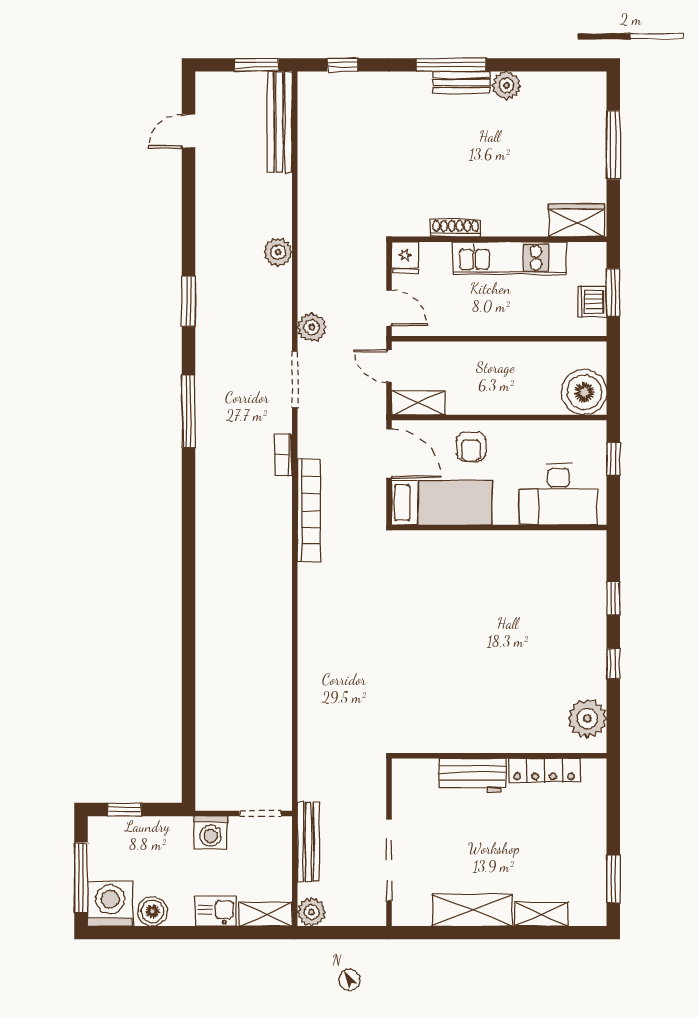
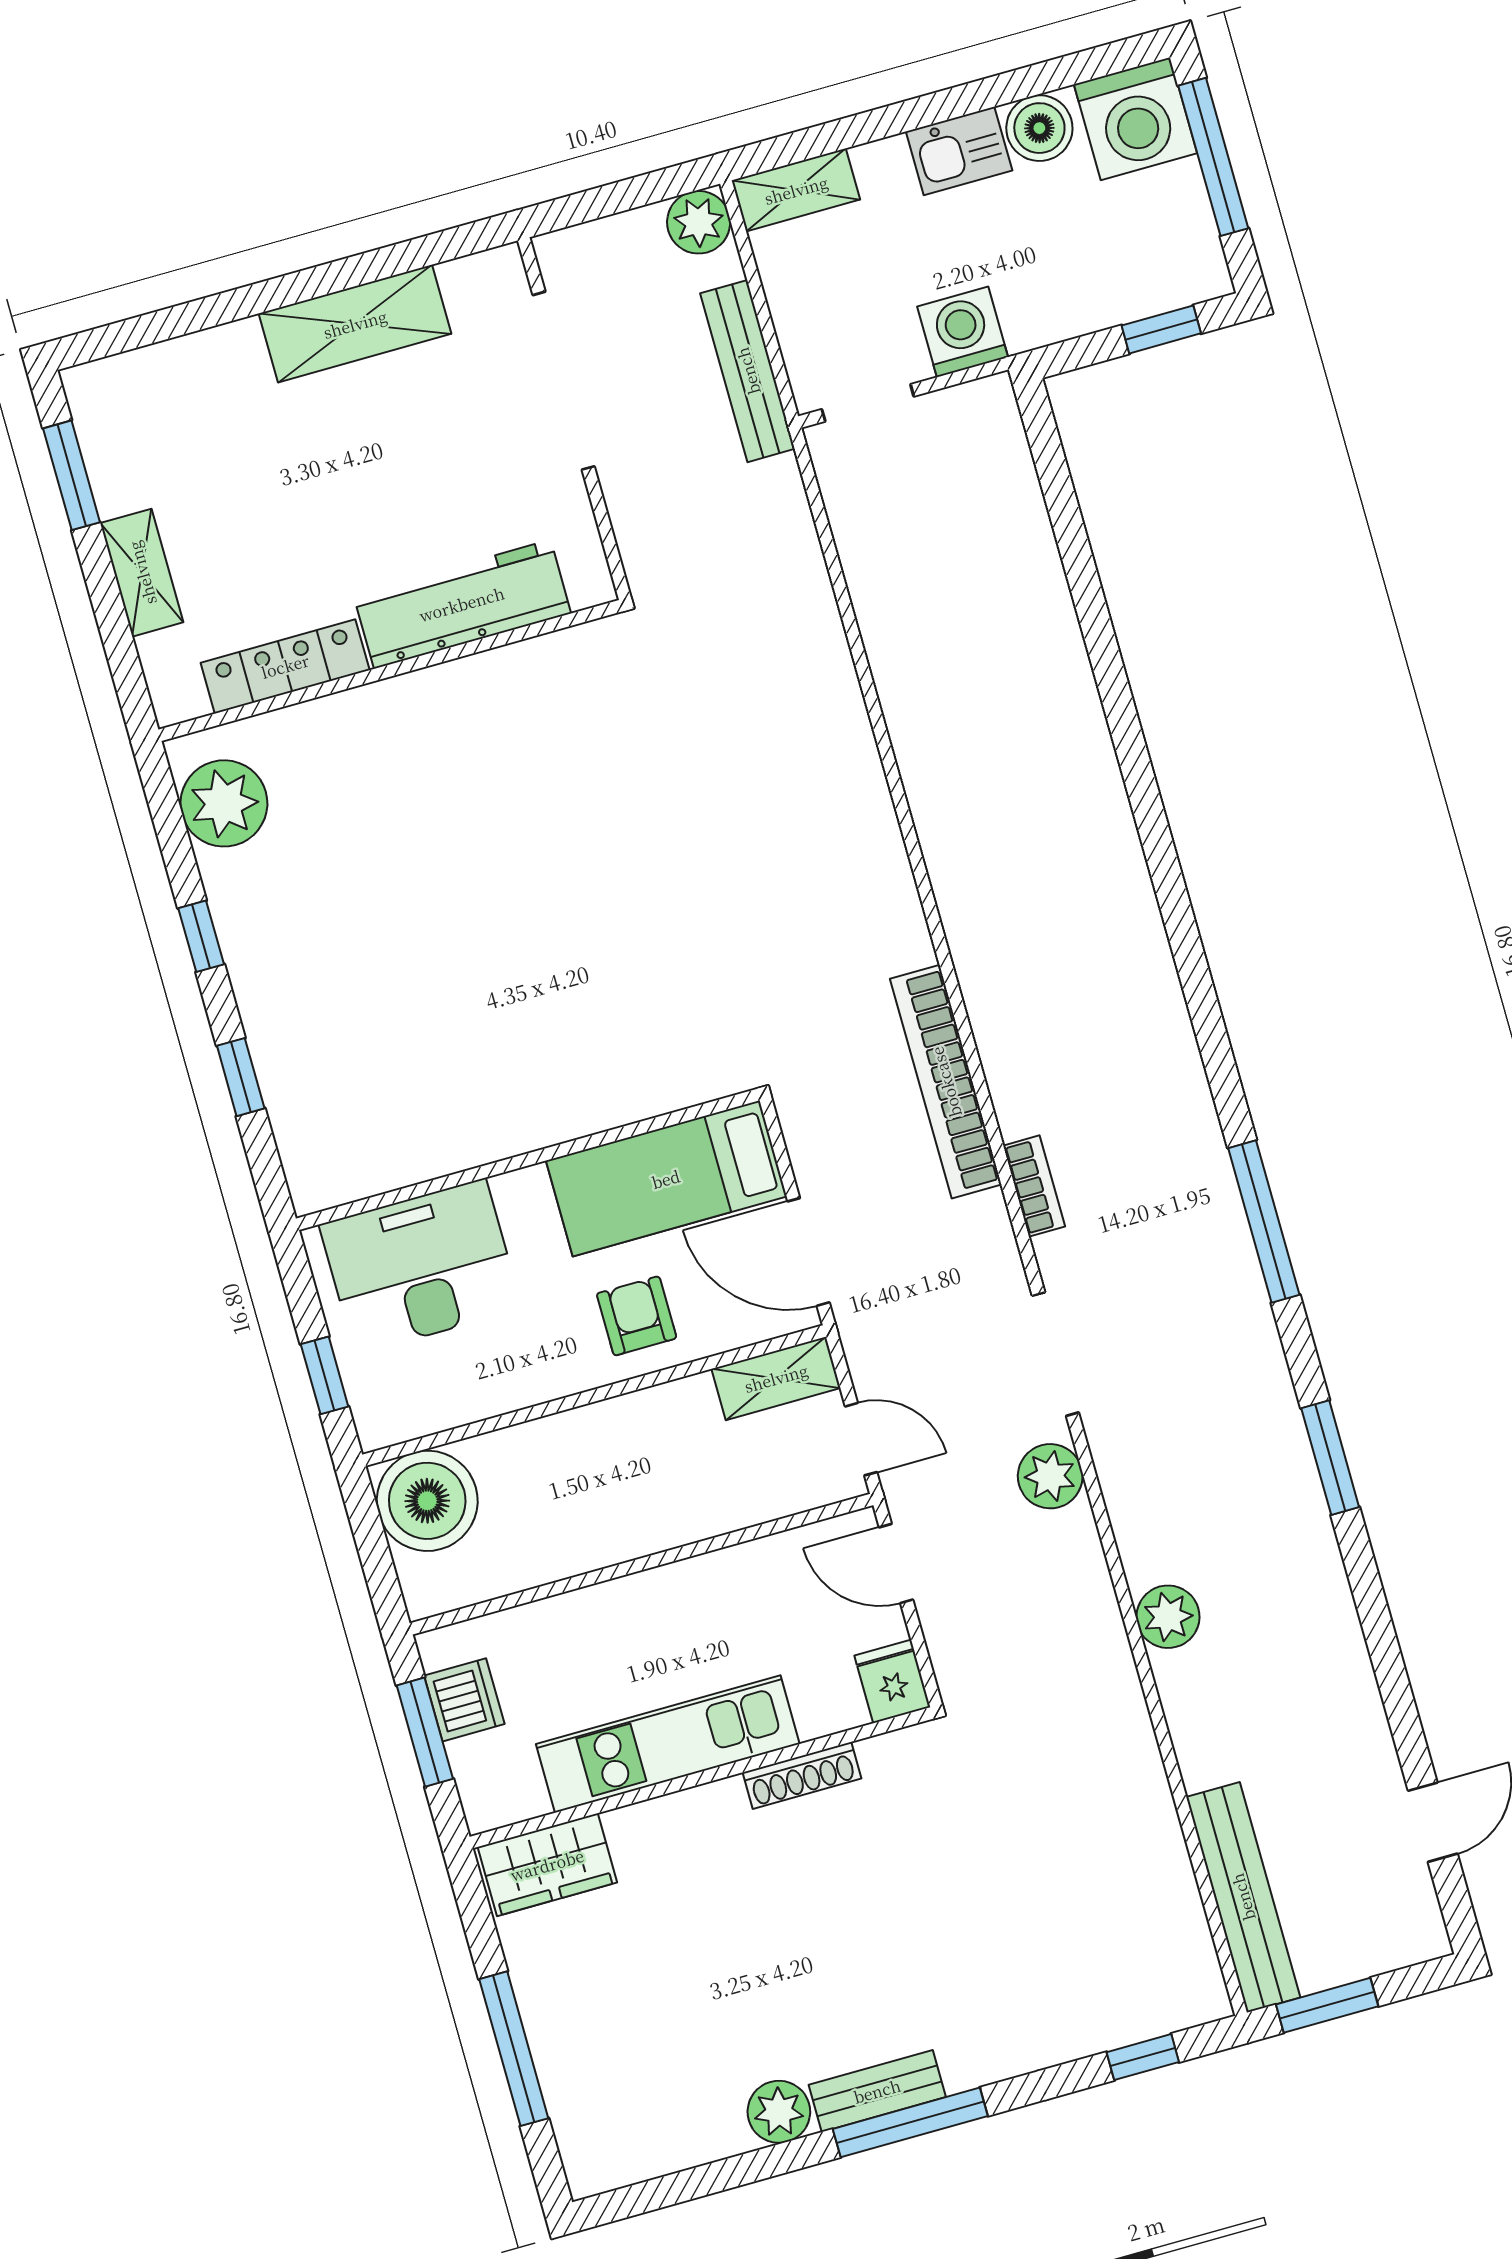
workbench: (473, 776) -> (462, 604), width x1.37
kitchen sink: (216, 911) -> (959, 151), moved
shelving: (541, 914) -> (142, 573), moved, turned 90

